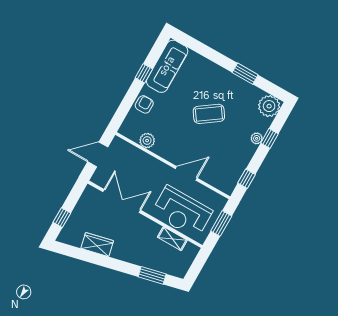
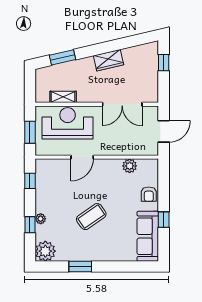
wardrobe: (97, 245) -> (108, 60), moved

